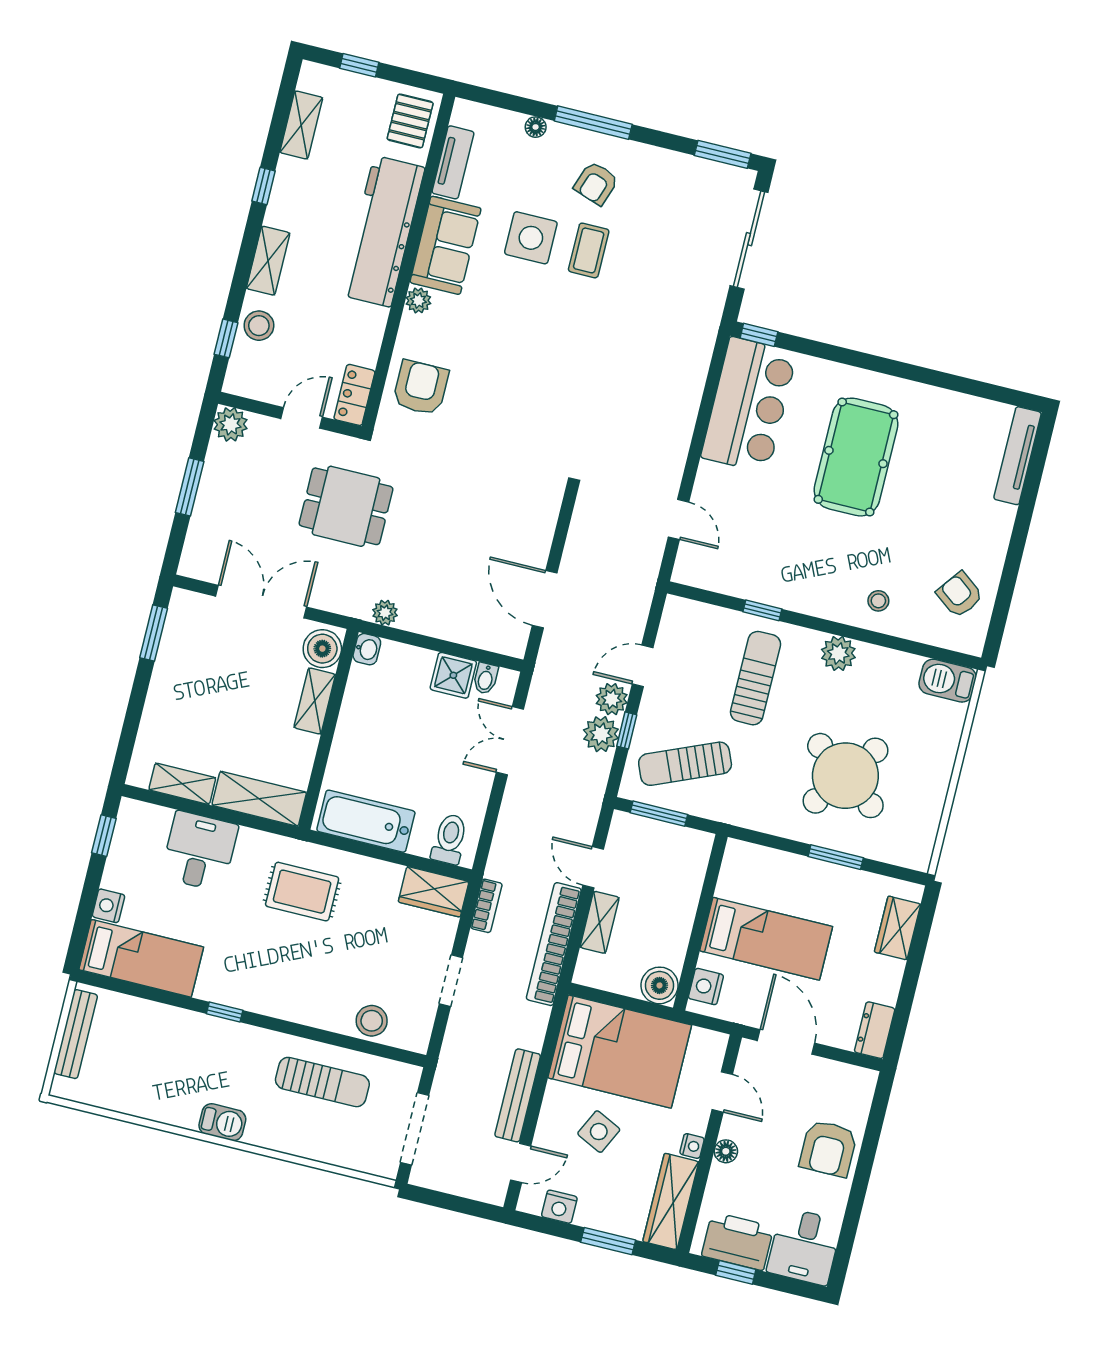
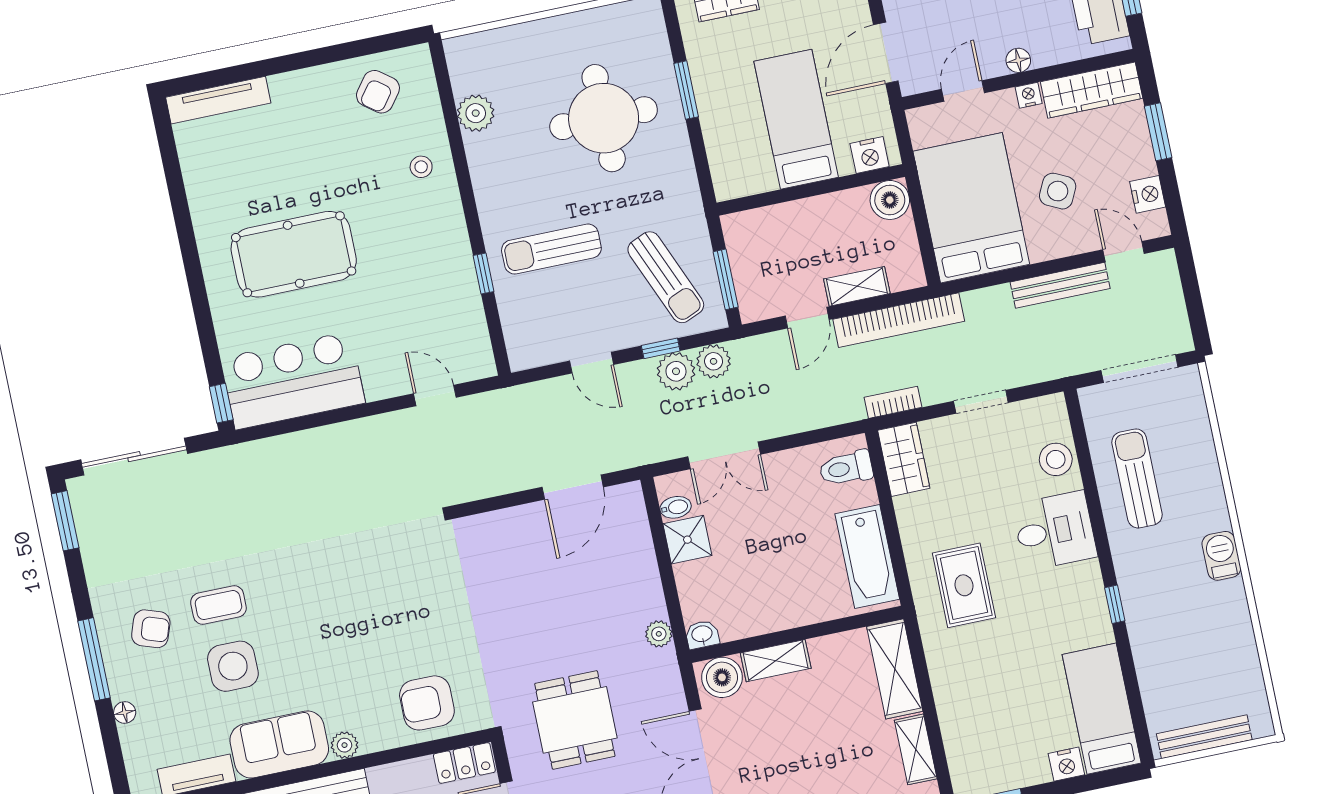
door: (679, 519) -> (435, 395), hinge flipped
plant: (838, 653) -> (476, 113), moved
barbecue: (948, 681) -> (466, 64), removed
plant: (612, 699) -> (714, 361), moved
round table: (845, 776) -> (604, 118), turned -36
desk: (199, 851) -> (1055, 531), moved, turned 180

